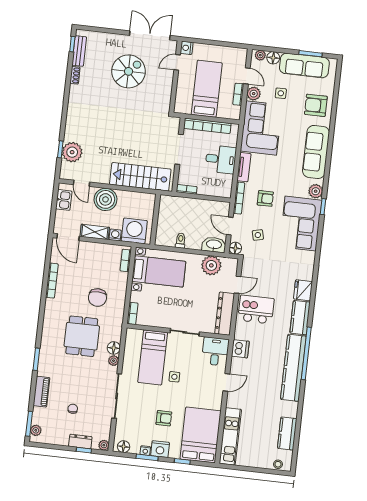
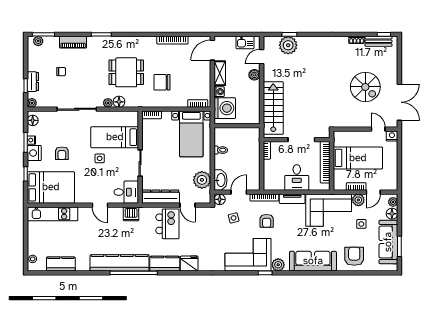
boiler: (105, 199) -> (254, 75), width x0.54, depth x0.54

